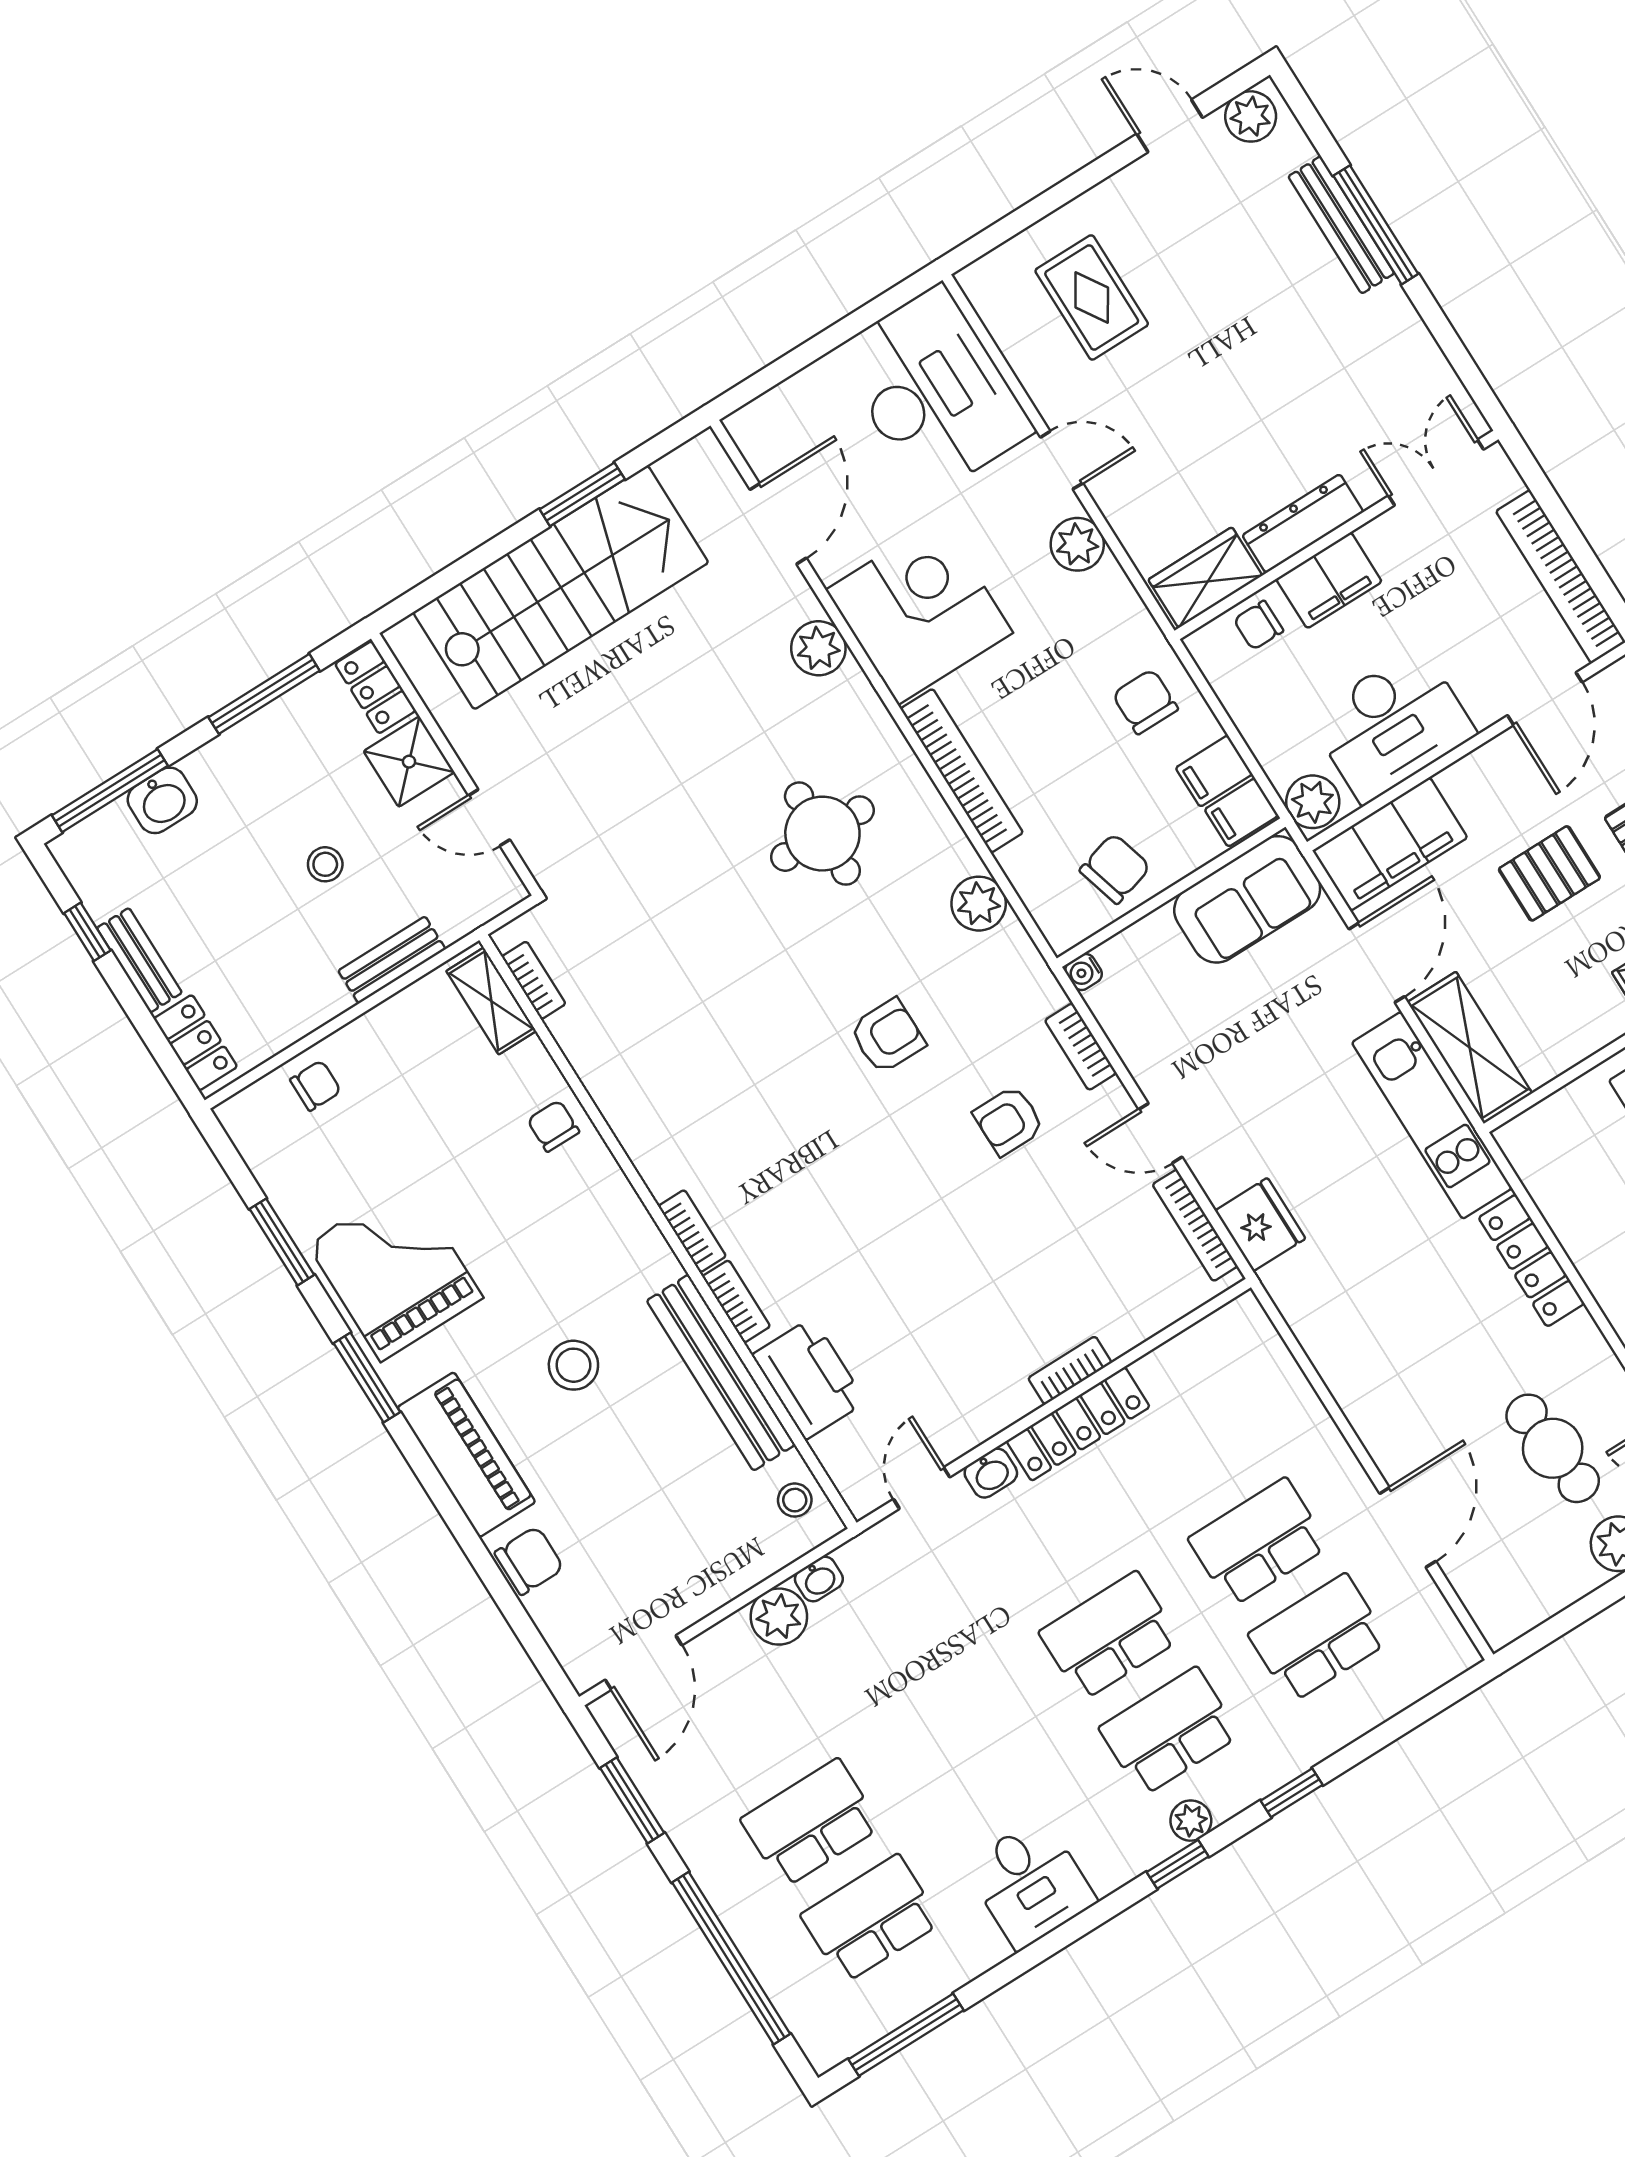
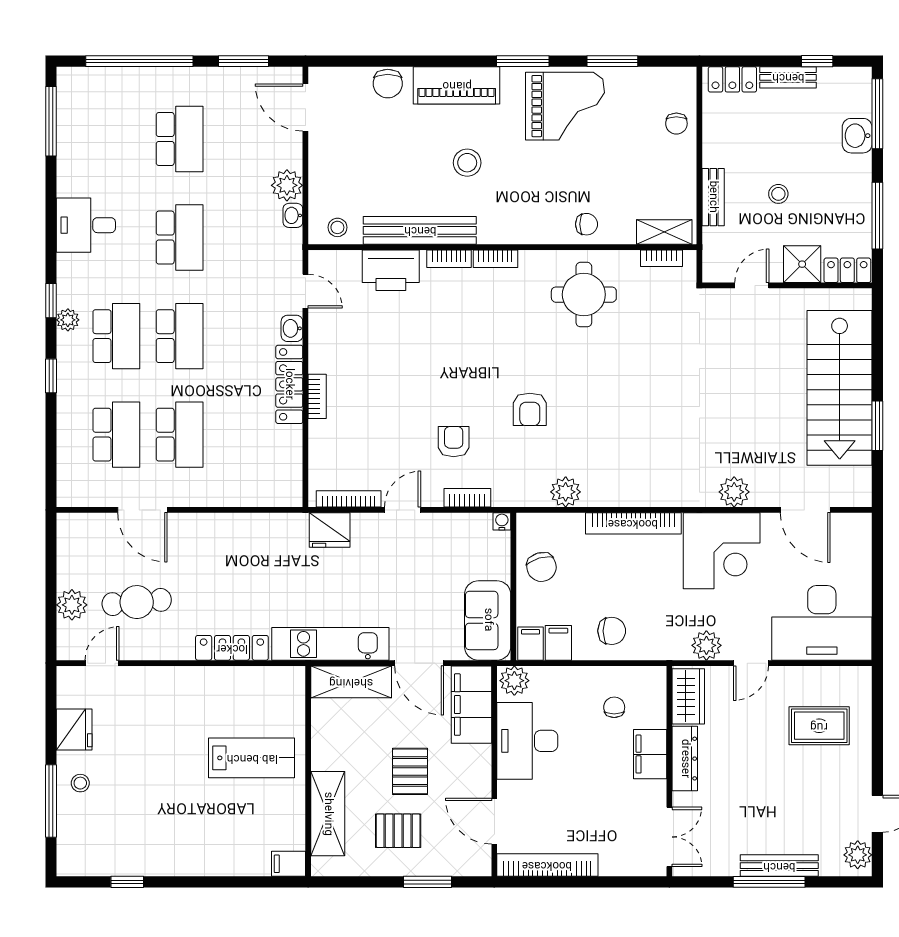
double door: (1436, 473) -> (669, 837), moved
dresser: (1303, 524) -> (685, 759), moved
wall: (1336, 535) -> (669, 771), moved
wardrobe: (1205, 578) -> (688, 696), moved
filing cabinet: (1329, 580) -> (650, 754), moved
round table: (822, 834) -> (584, 295), moved
school desk: (871, 1919) -> (180, 238), moved

